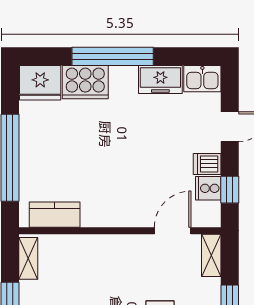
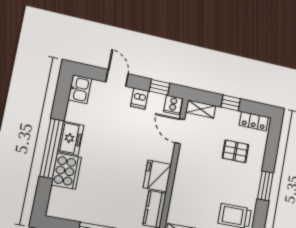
freezer: (160, 79) -> (71, 138), moved
fridge: (40, 83) -> (157, 176), moved, turned 180
cooker: (208, 188) -> (173, 105), moved

